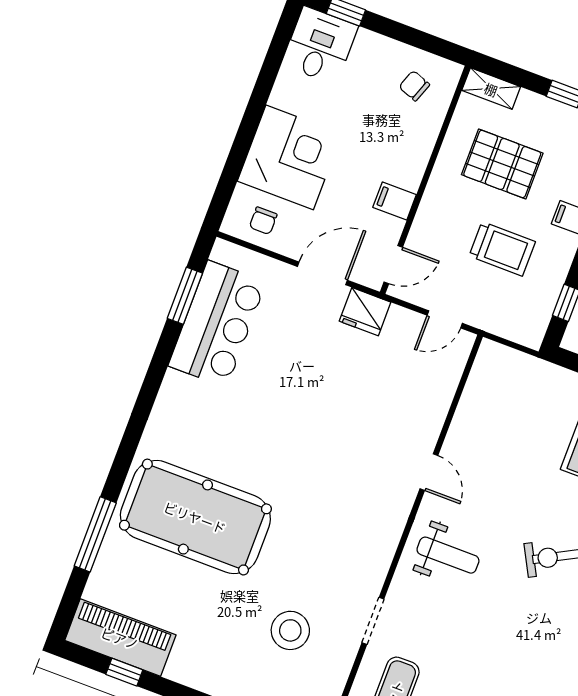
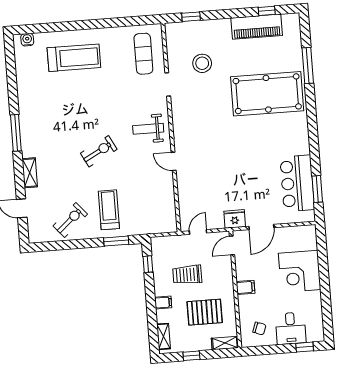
desk: (320, 45) -> (291, 328), moved
filing cabinet: (395, 201) -> (245, 287), moved
chair: (263, 221) -> (298, 238), removed
piano: (120, 638) -> (257, 27), moved

